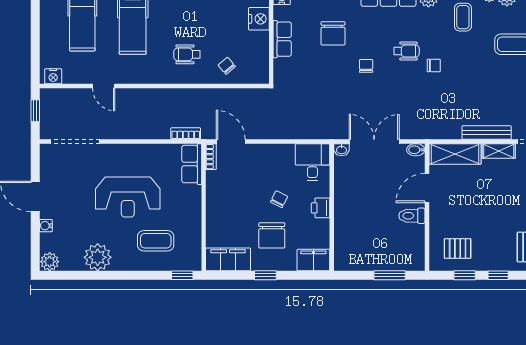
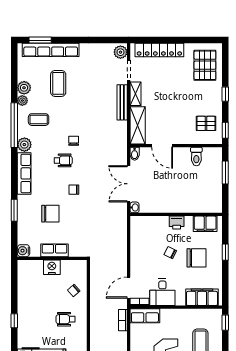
nightstand: (259, 19) -> (52, 267), moved
wheelchair: (407, 51) -> (63, 160), turned 90
wheelchair: (187, 54) -> (66, 319), turned 90
desk: (312, 162) -> (162, 292), moved, turned -90
toilet: (412, 216) -> (196, 157), moved
pallet: (458, 248) -> (206, 123), turned 90
filing cabinet: (228, 259) -> (202, 297), moved, turned 90
filing cabinet: (313, 260) -> (205, 224), moved, turned -90
window: (265, 275) -> (225, 252), moved
window: (465, 275) -> (225, 130), moved

